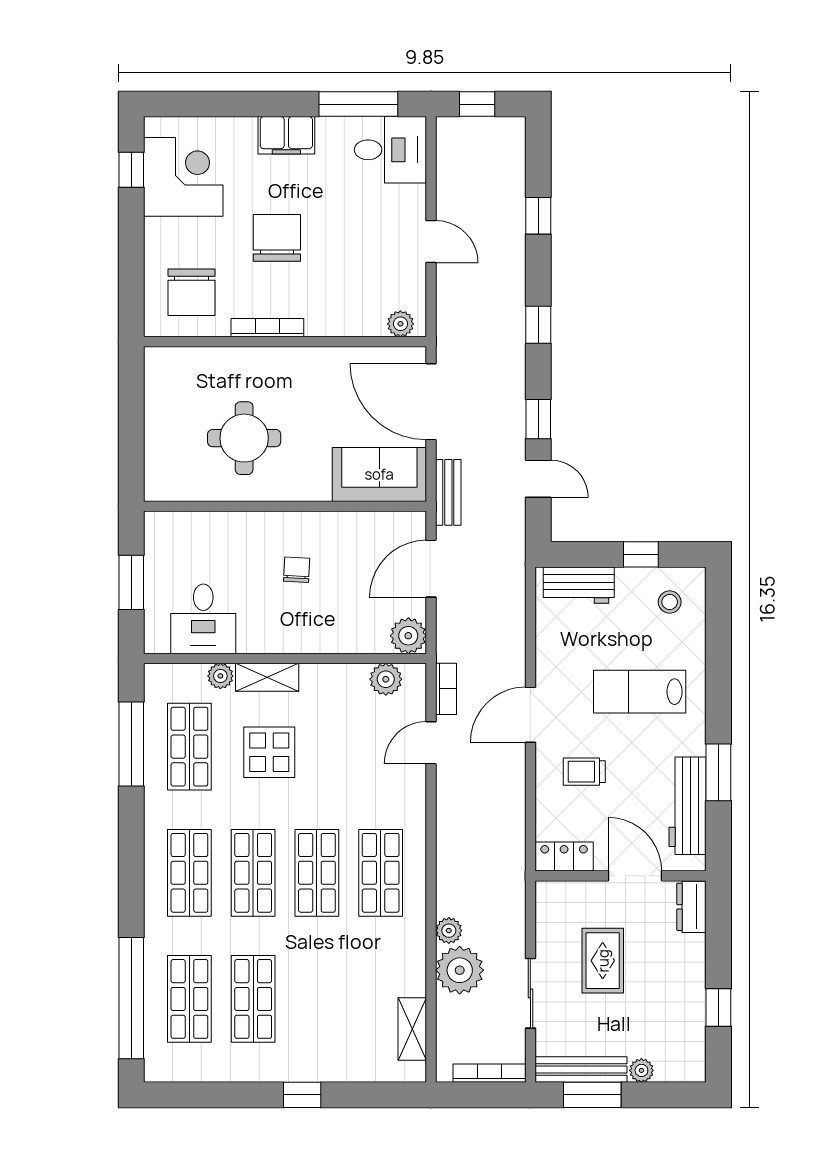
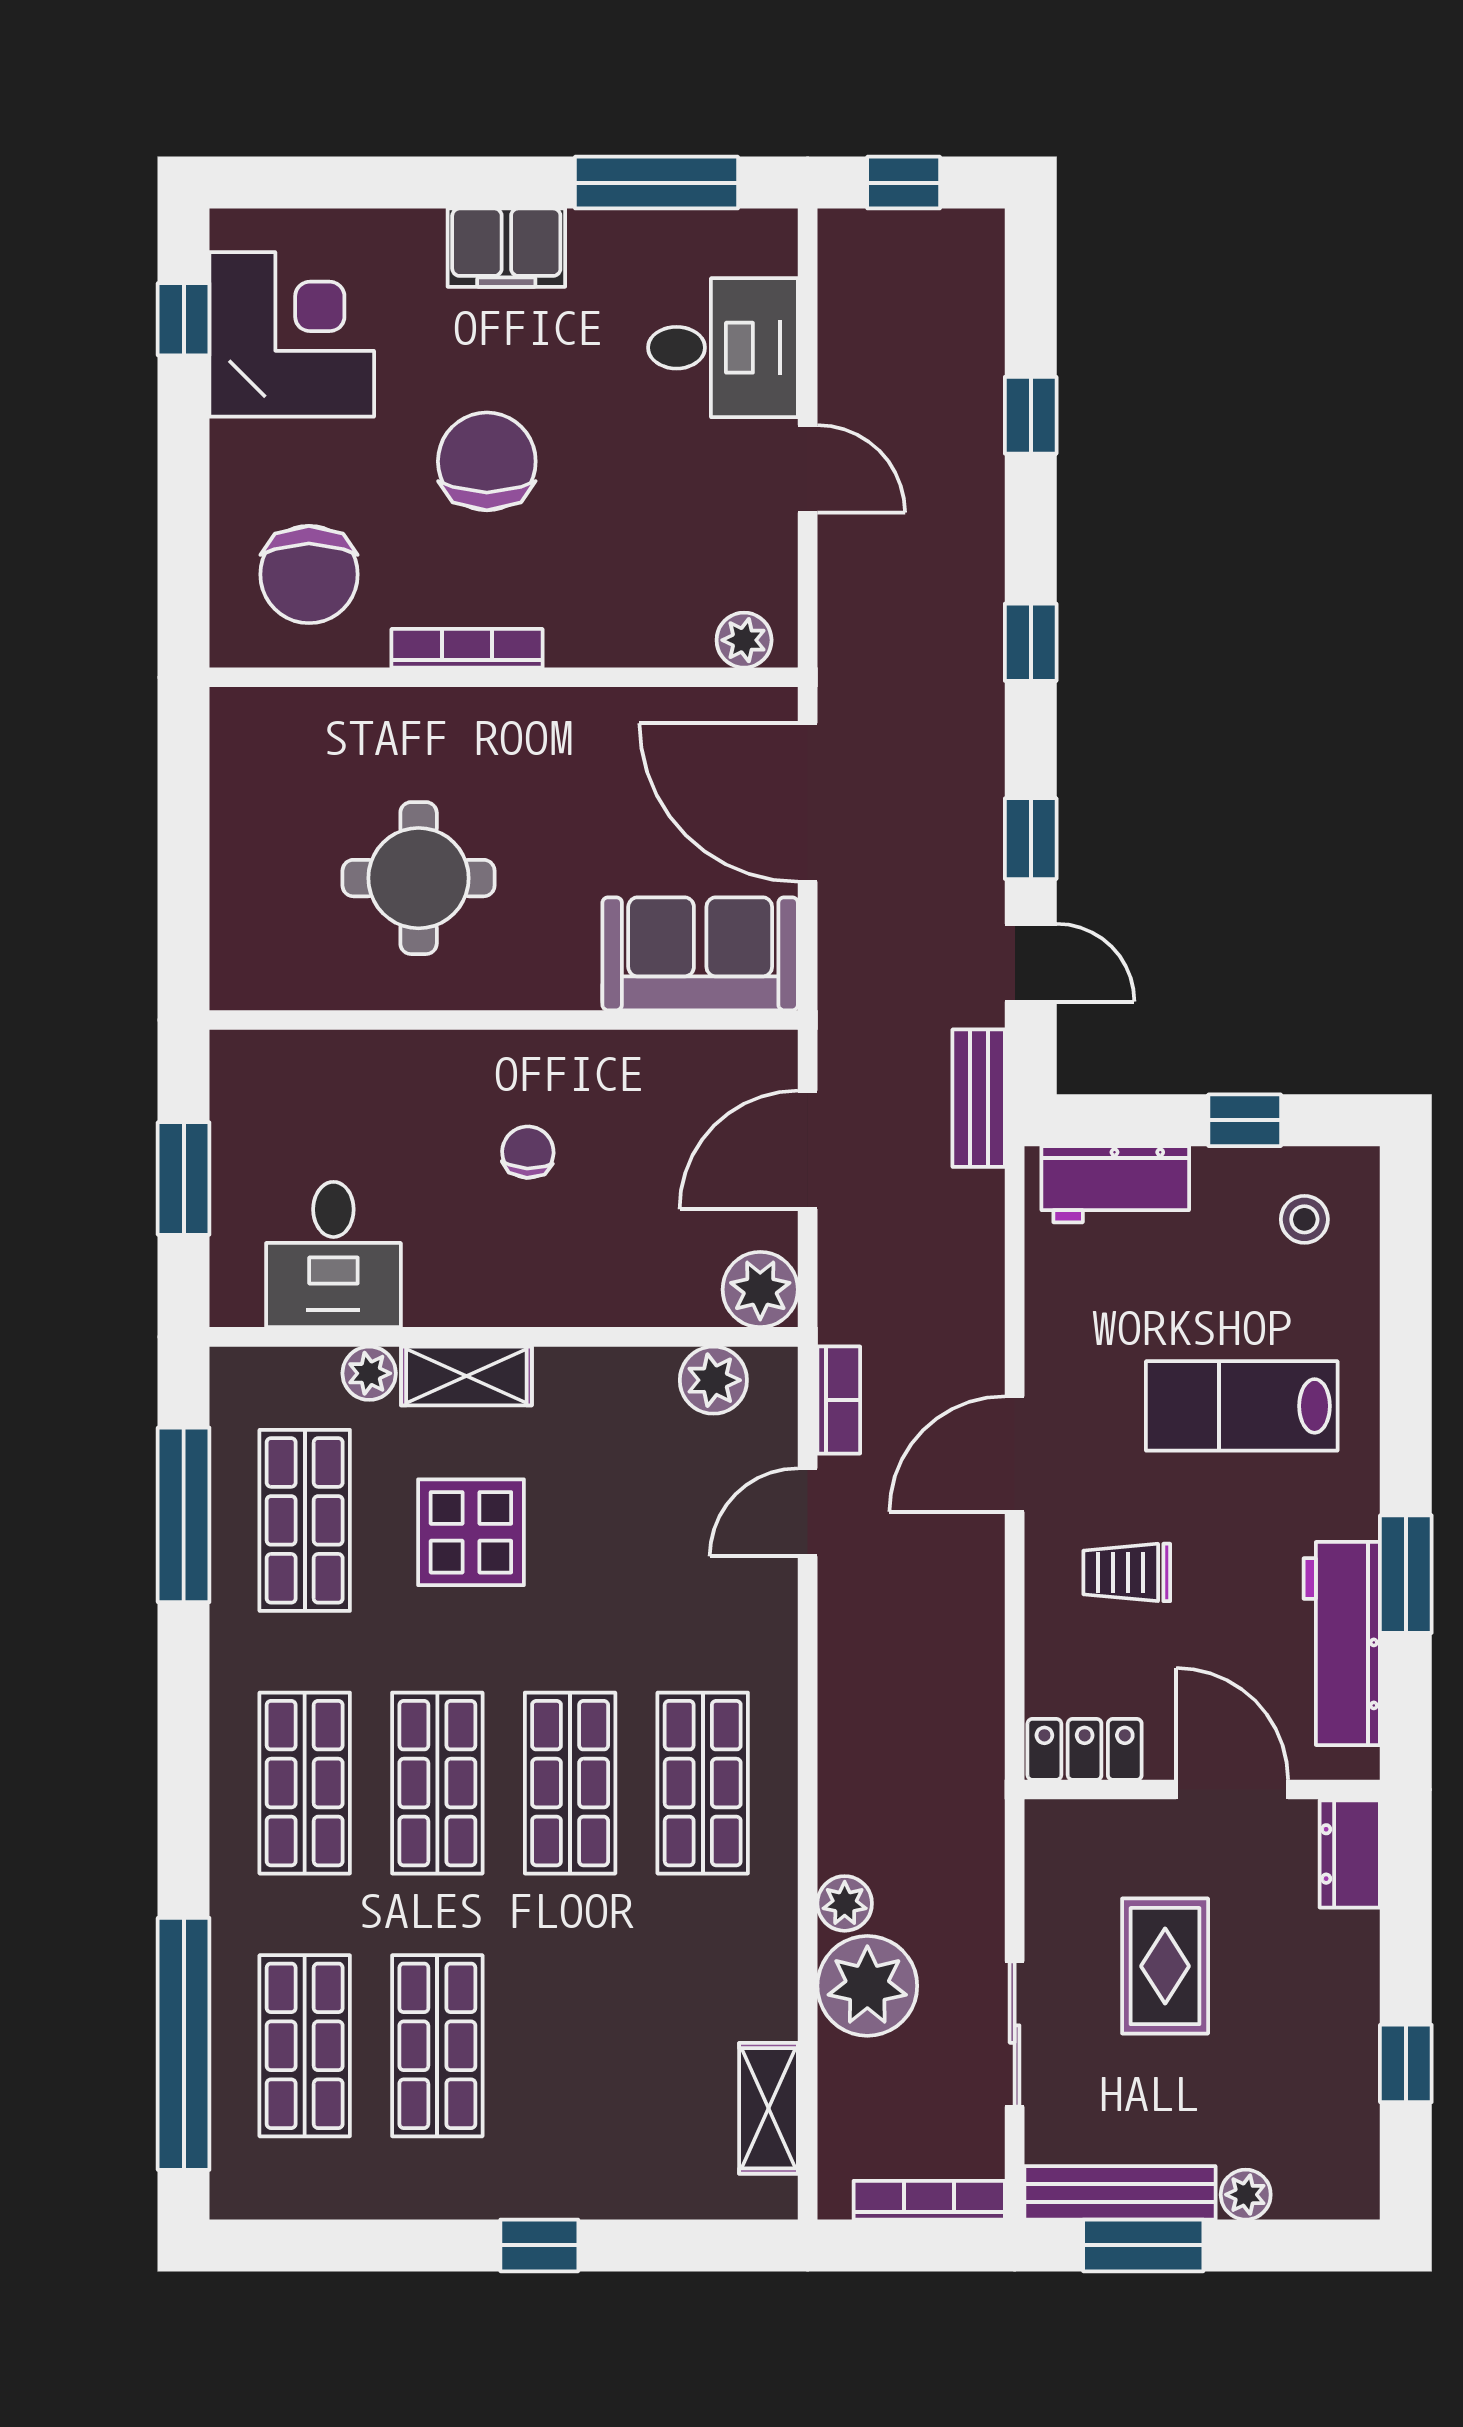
desk: (390, 150) -> (723, 348), moved
bench: (448, 492) -> (979, 1098), moved

